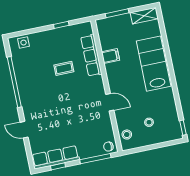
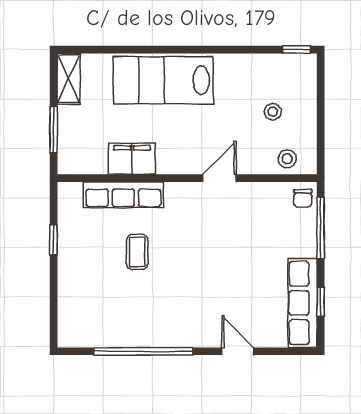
side table: (24, 43) -> (72, 318), removed
filing cabinet: (110, 56) -> (132, 159), width x2.00
door: (24, 130) -> (238, 351), swing flipped

